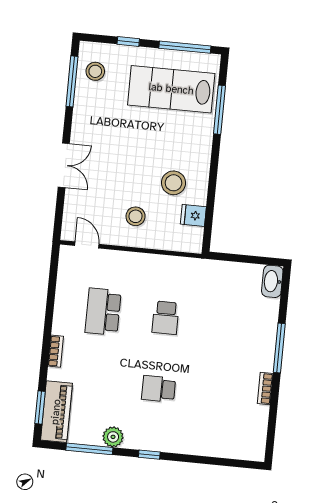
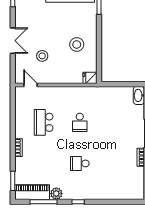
fridge: (193, 215) -> (90, 78), moved
stool: (136, 216) -> (42, 56), moved
piano: (56, 412) -> (32, 192), moved, turned -90

